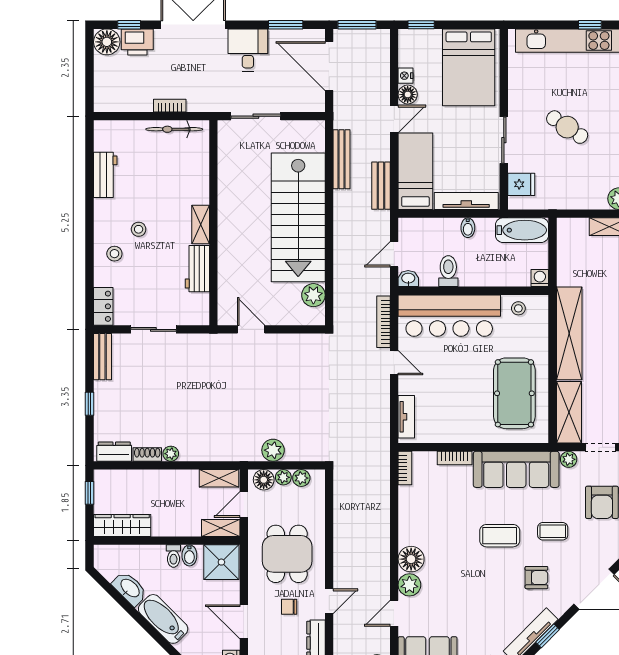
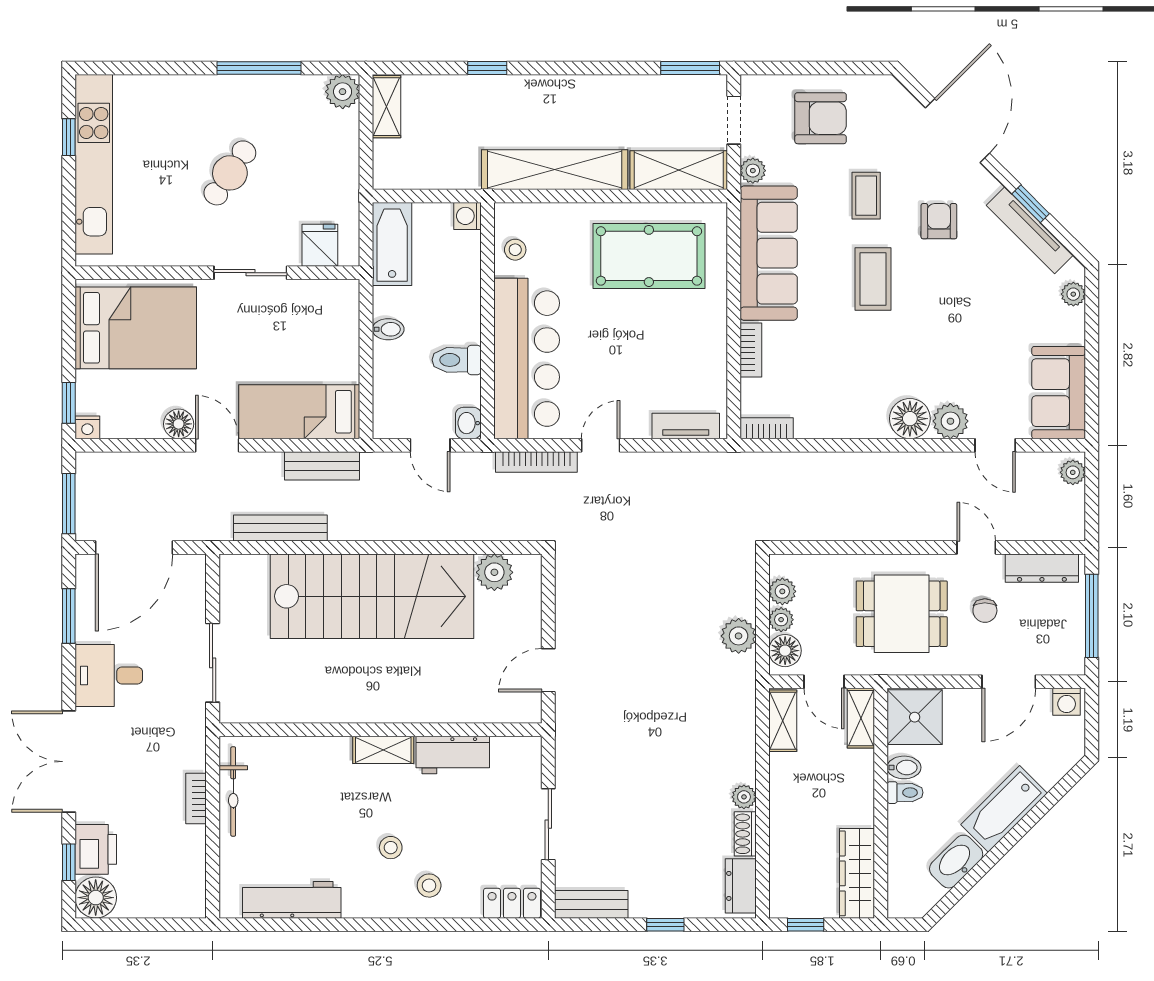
nightstand: (405, 76) -> (87, 427), moved
workbench: (105, 175) -> (292, 900), width x1.38
tv unit: (466, 201) -> (346, 332), removed

